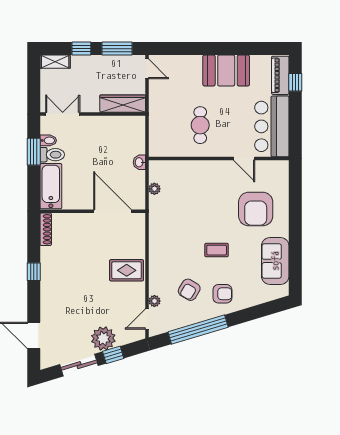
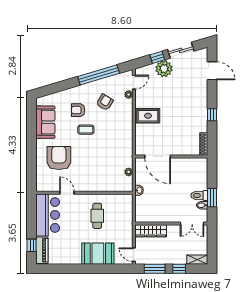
booth: (226, 70) -> (98, 254), moved
bathtub: (51, 186) -> (200, 174), removed
armchair: (222, 294) -> (78, 110), moved

